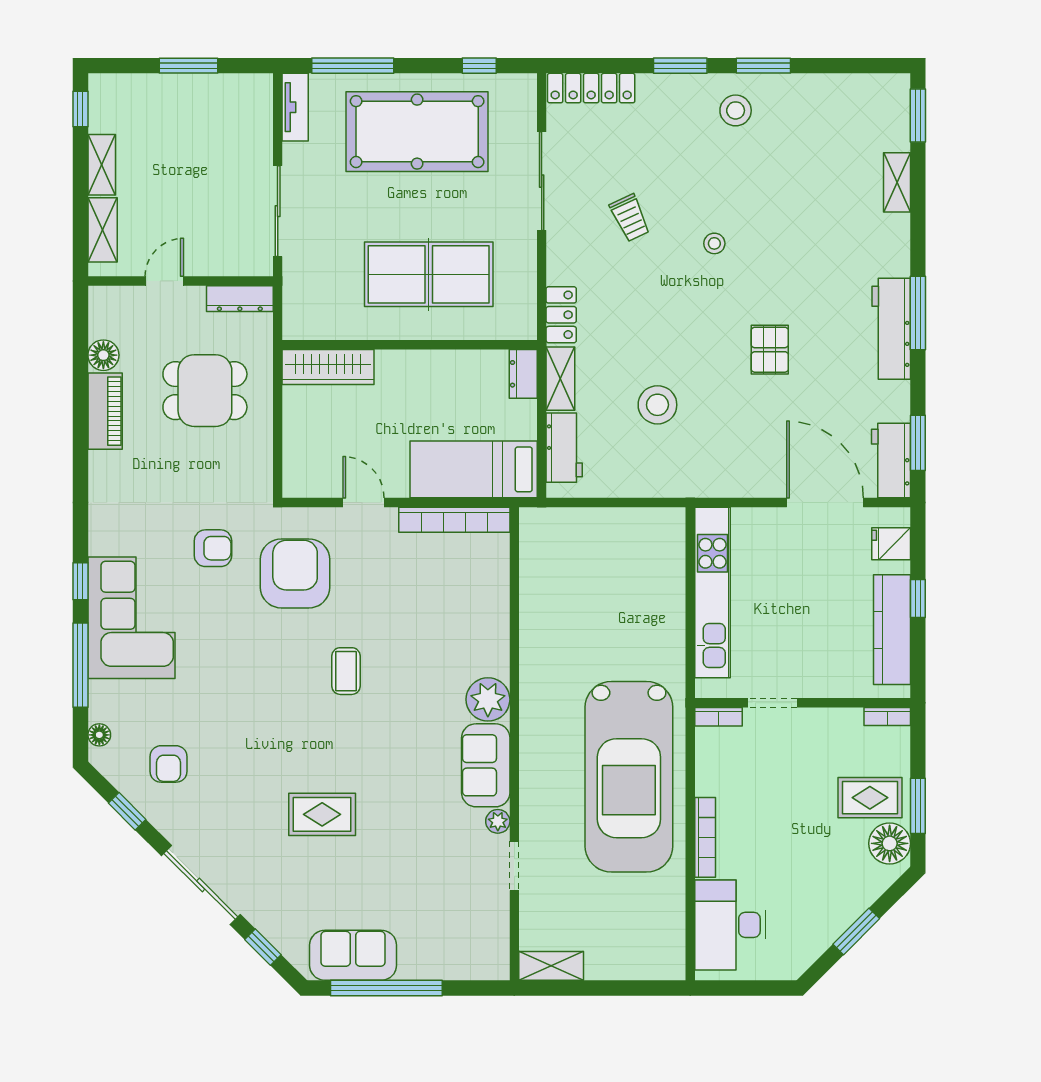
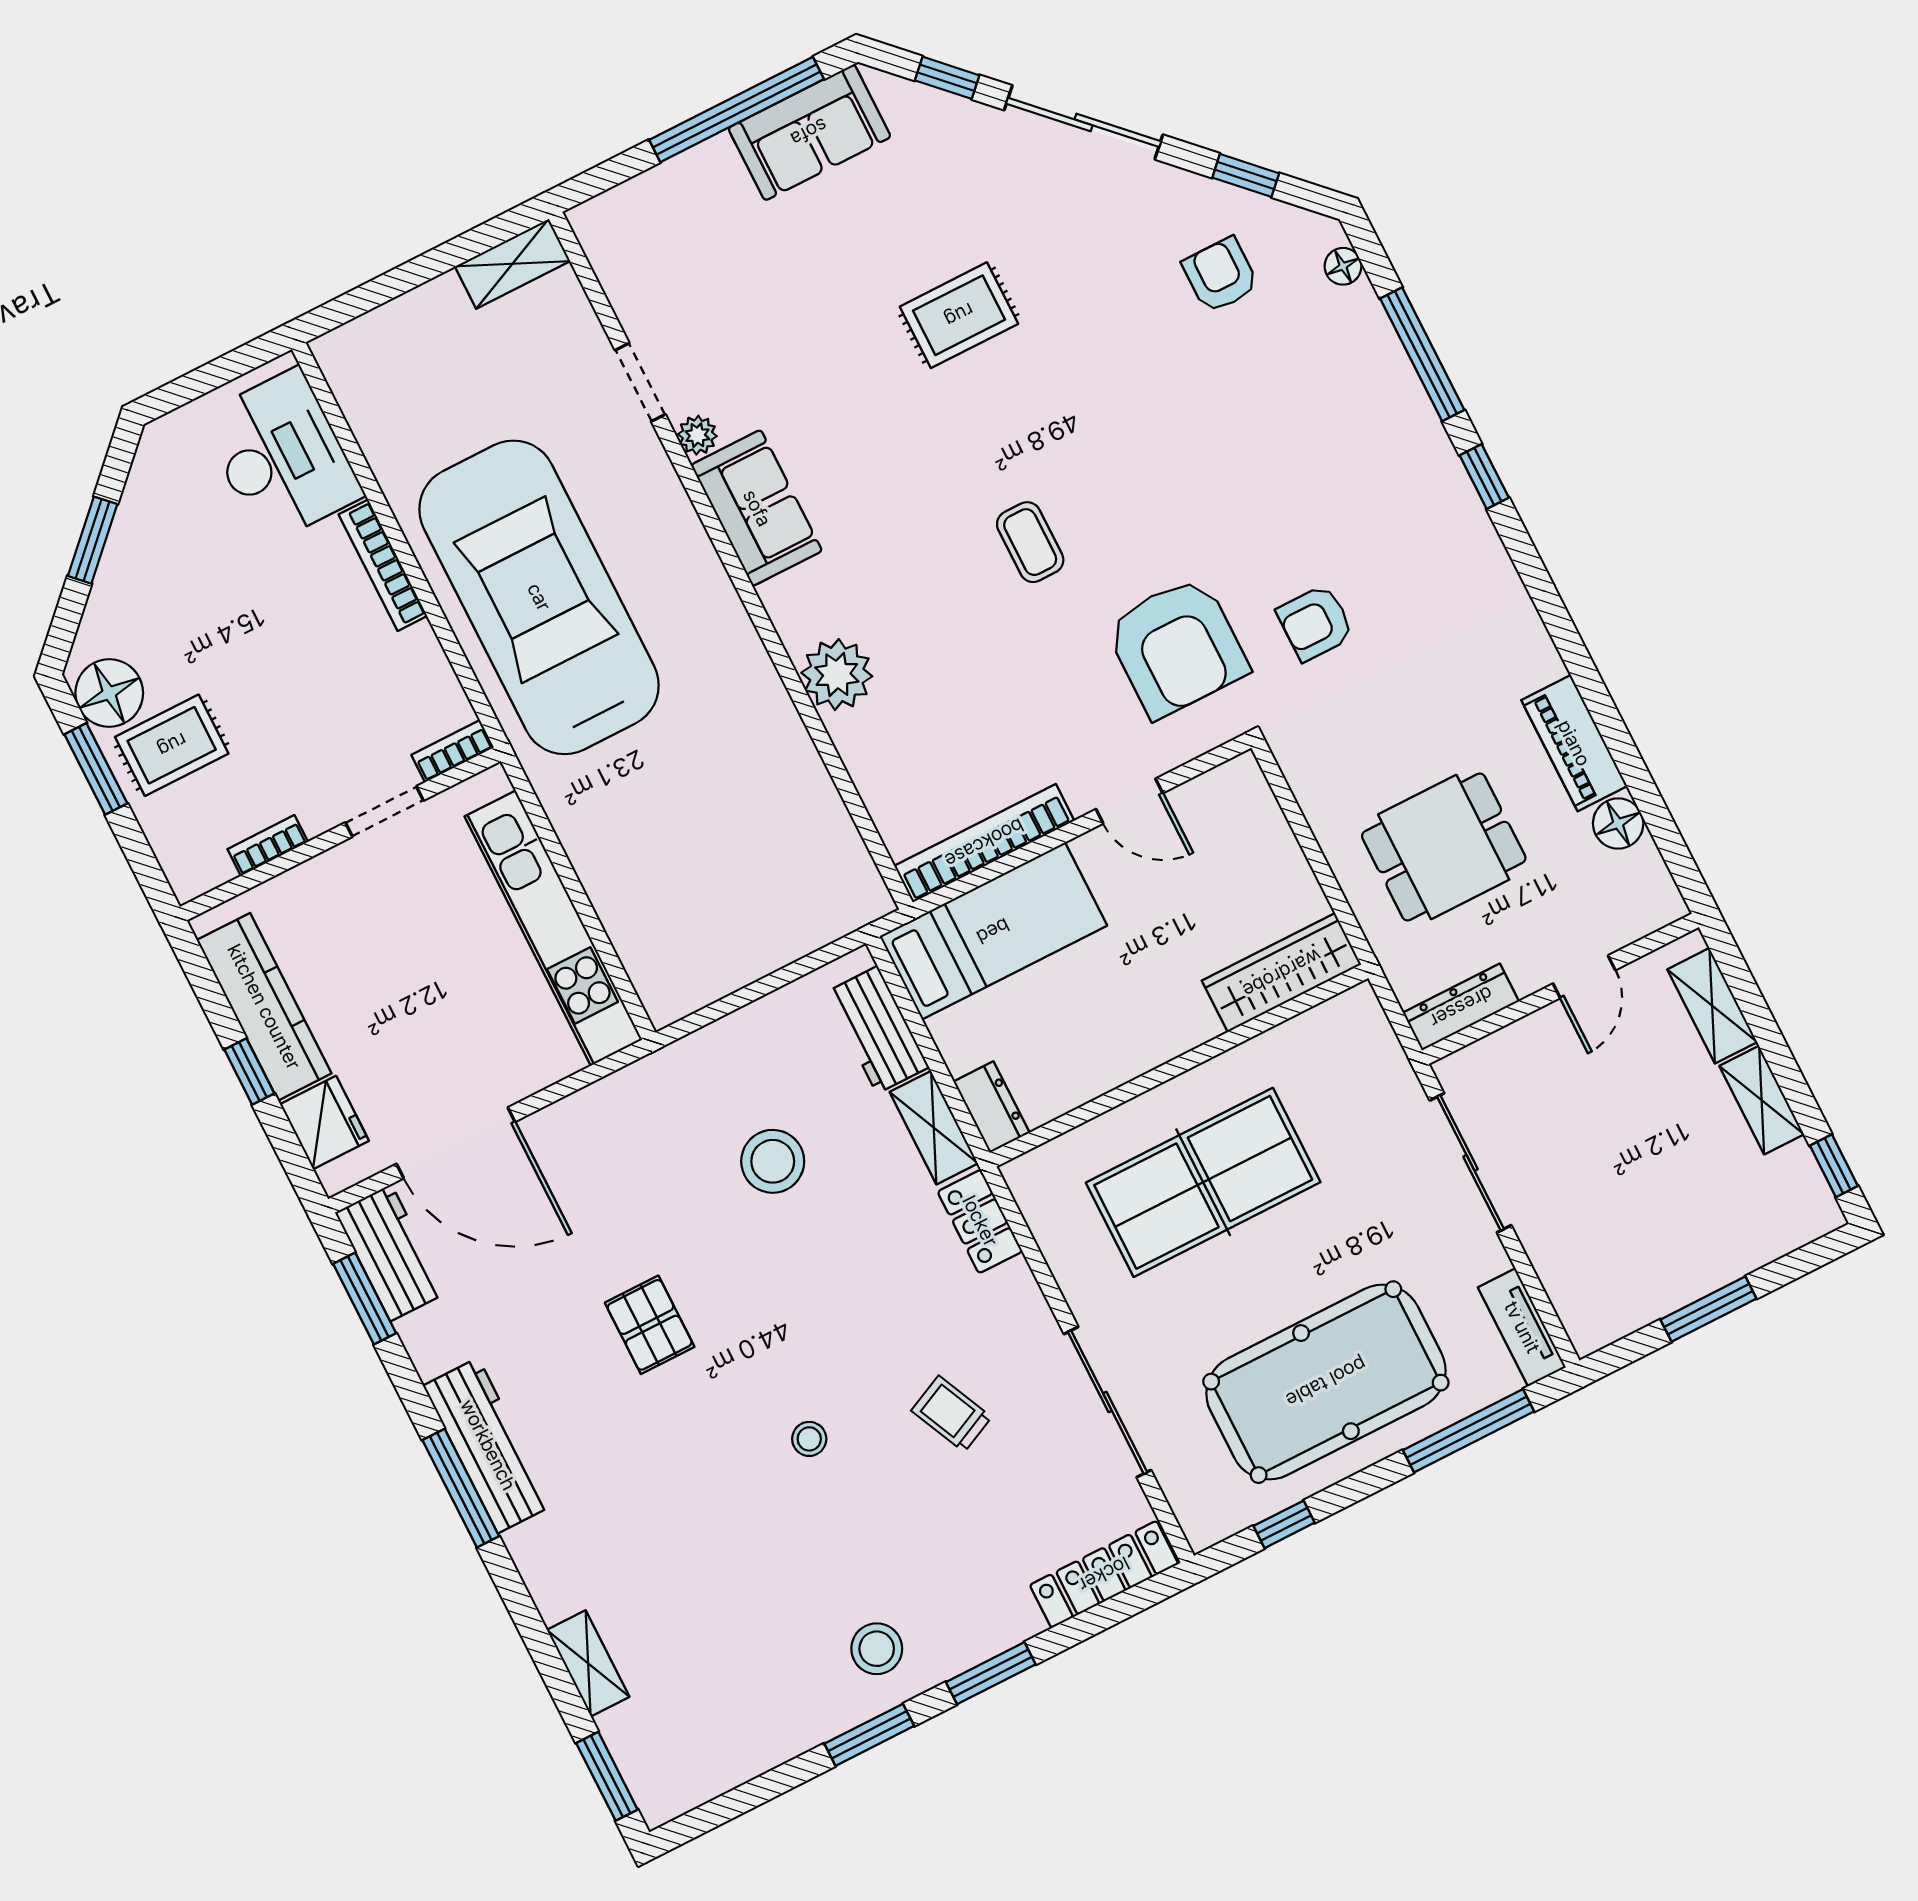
fridge: (891, 544) -> (324, 1123), width x1.38
corner sofa: (131, 618) -> (1383, 461), removed
plant: (488, 699) -> (837, 675), moved
bookcase: (887, 717) -> (268, 845), moved

